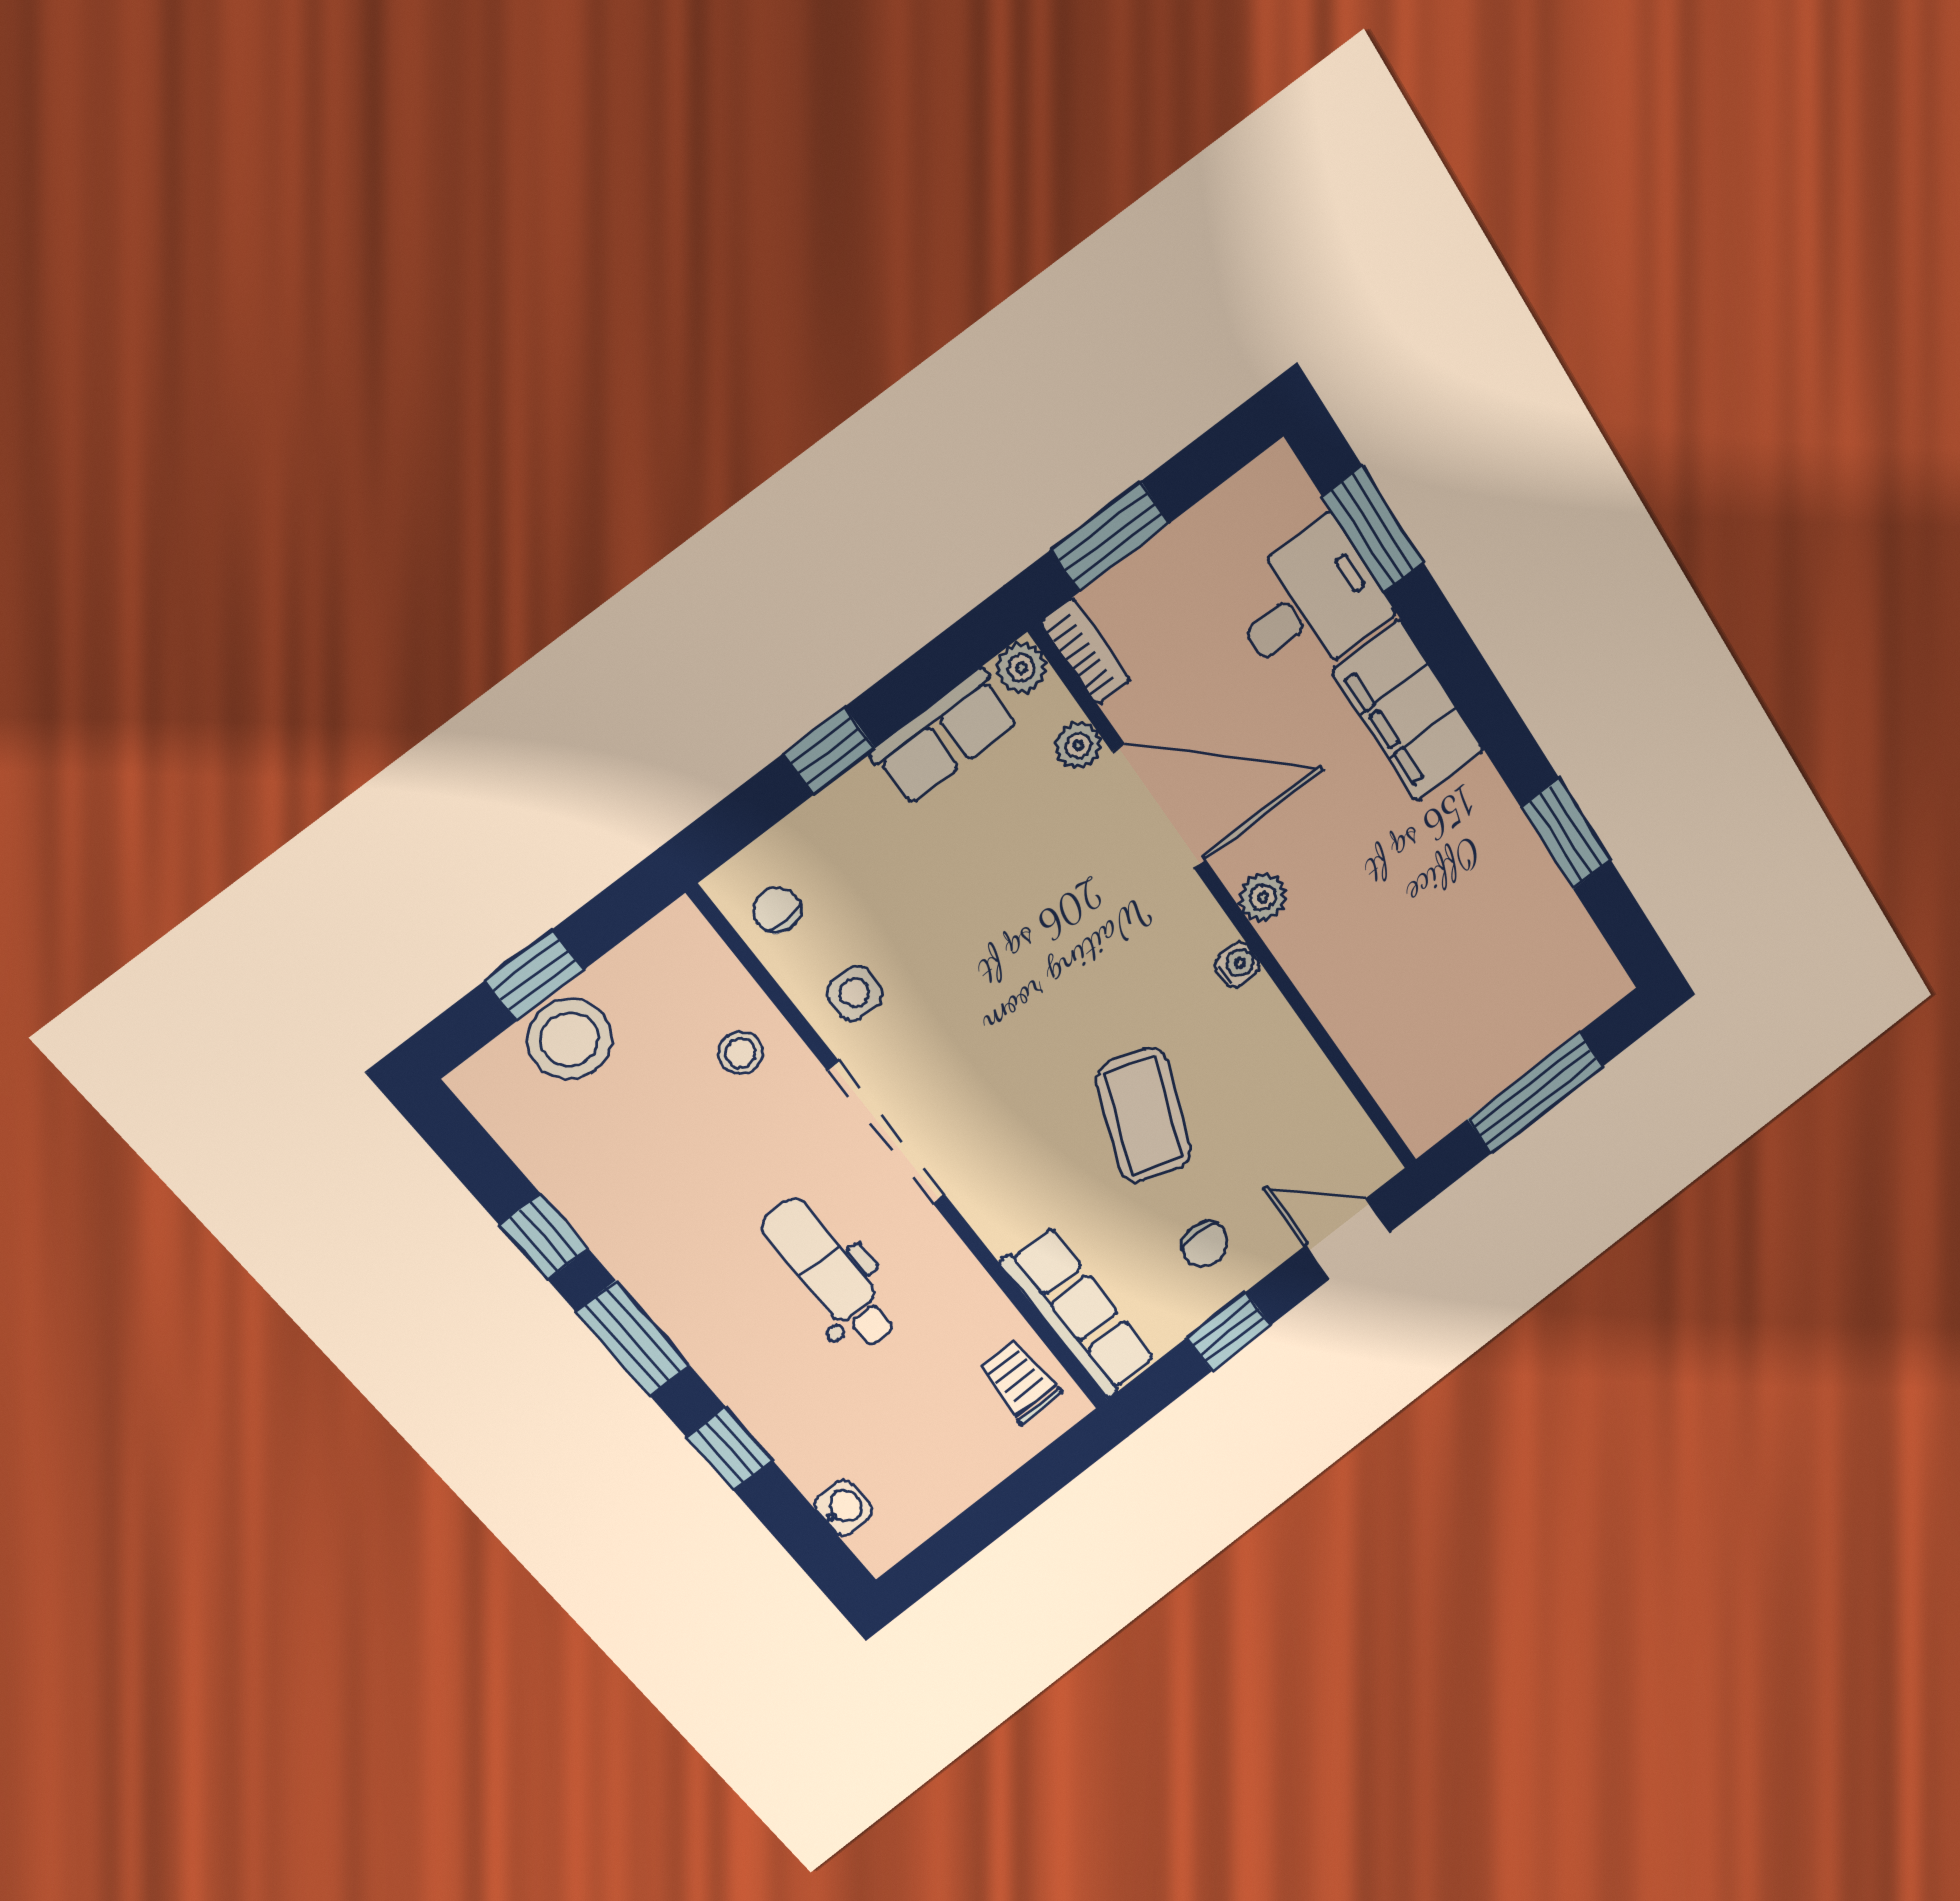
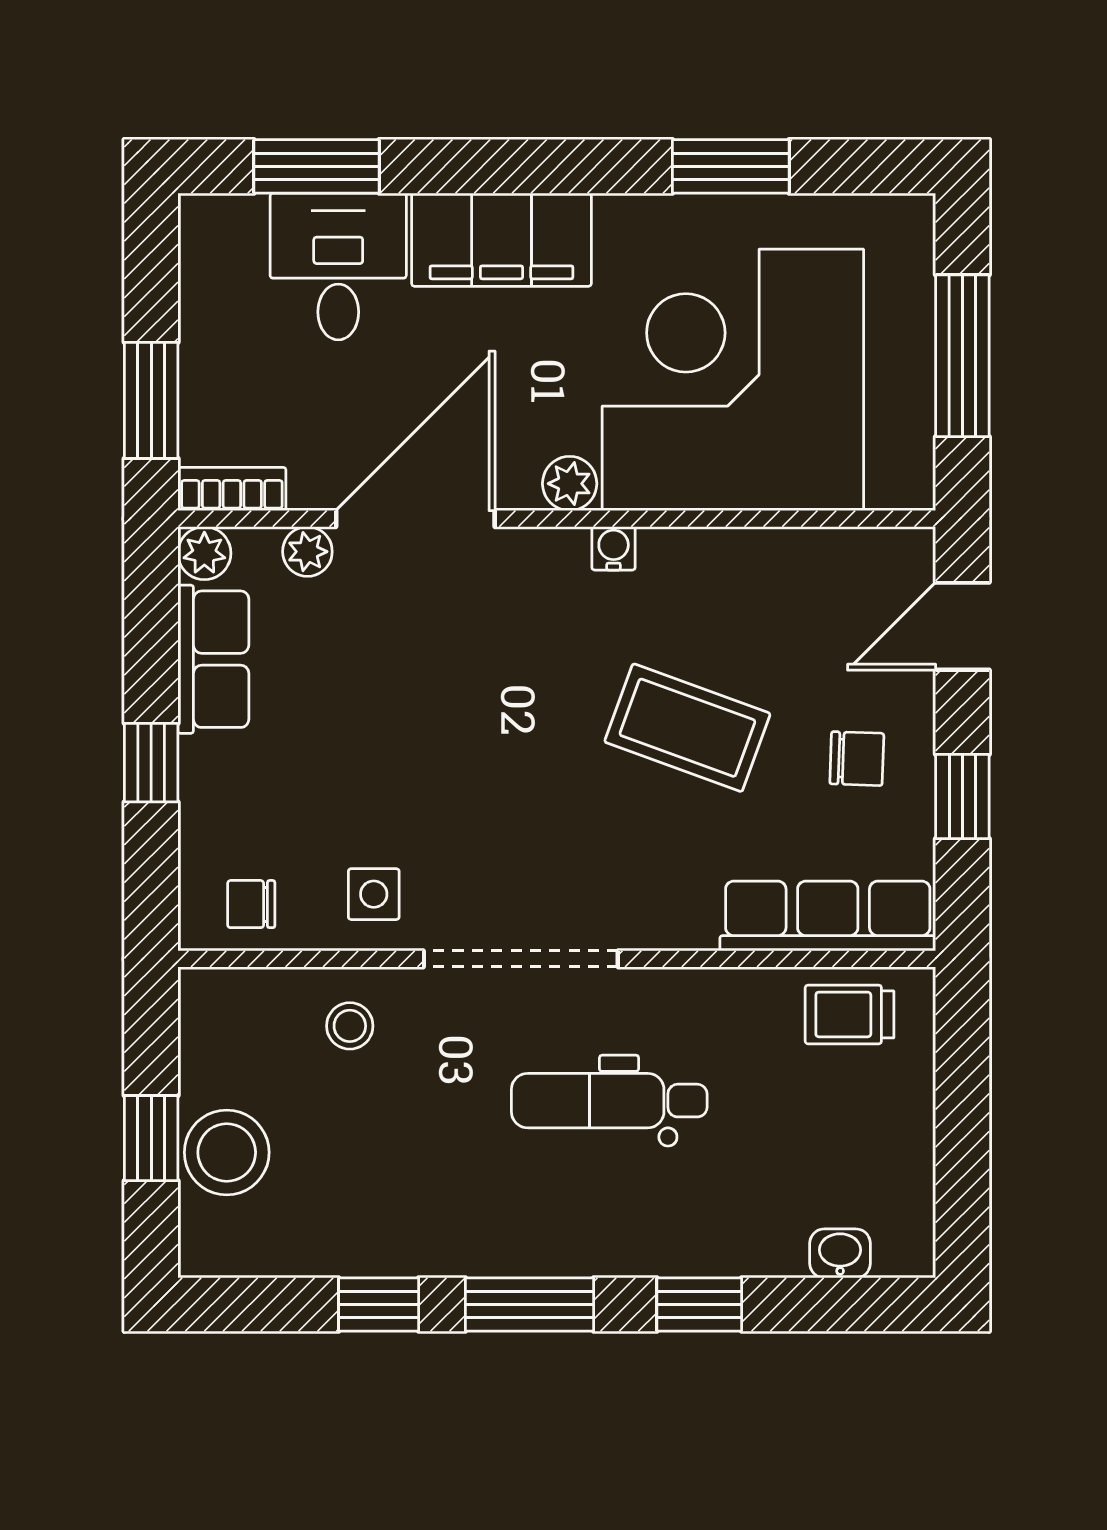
corner desk: (1415, 953) -> (733, 380), added

